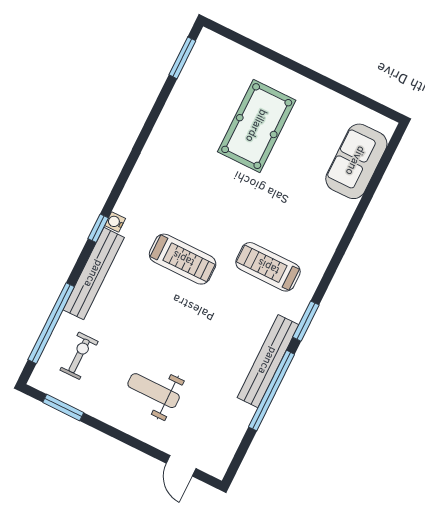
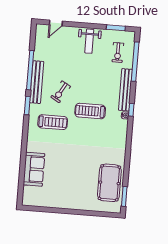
pool table: (257, 126) -> (109, 183), moved
sofa: (356, 161) -> (34, 169), moved
exercise bike: (227, 322) -> (61, 92), added
weight bench: (154, 391) -> (89, 41), moved, turned 90
door: (181, 466) -> (56, 23), swing flipped

